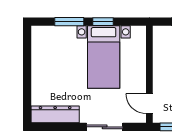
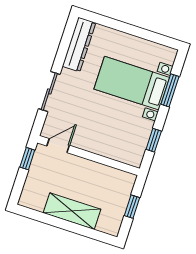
window: (103, 22) -> (154, 140), moved
bed with nightstands: (104, 57) -> (132, 83), moved

